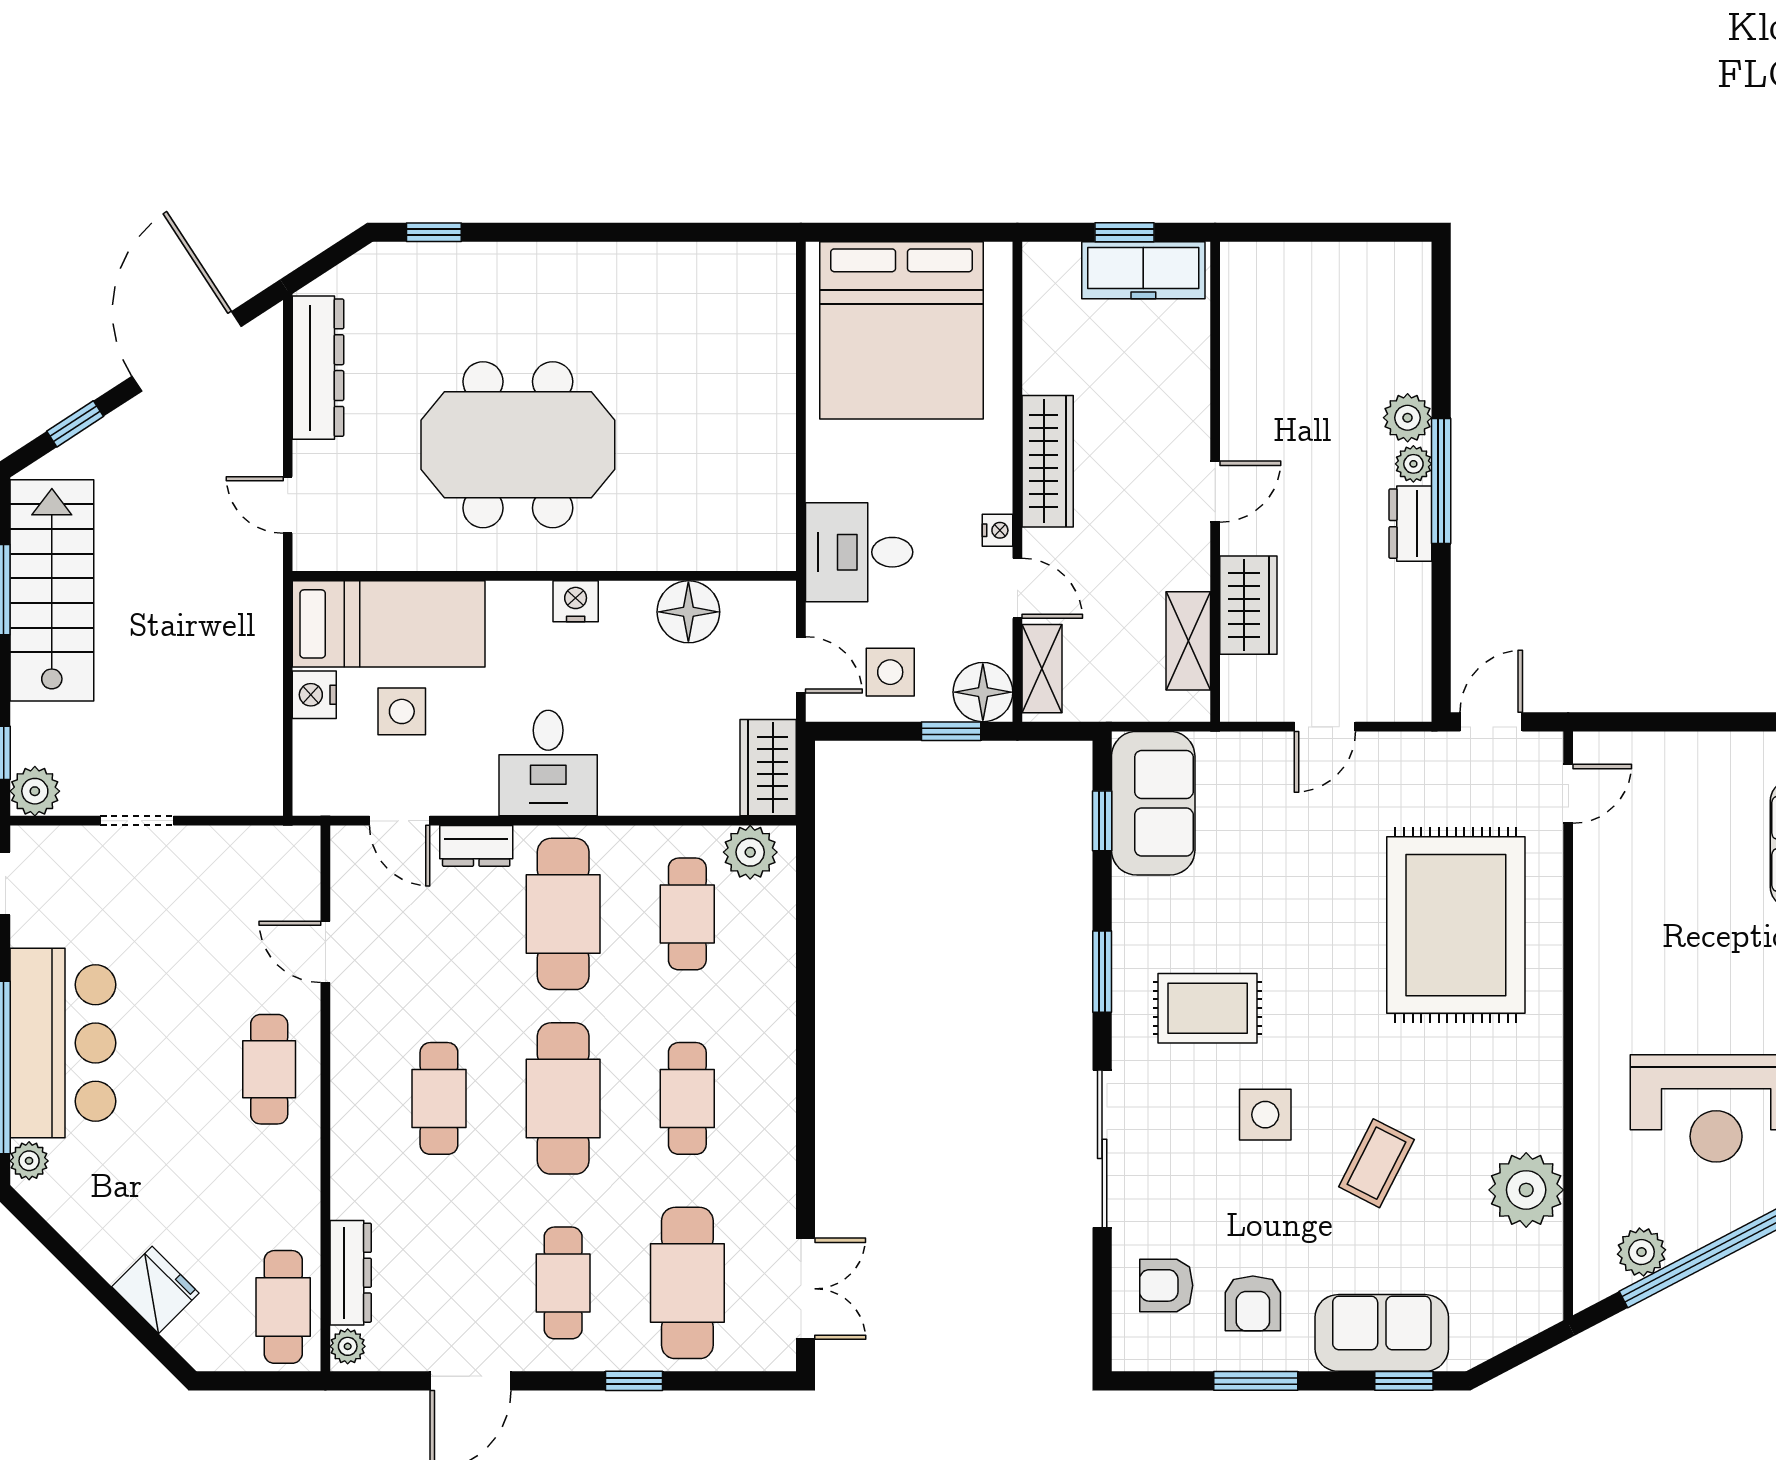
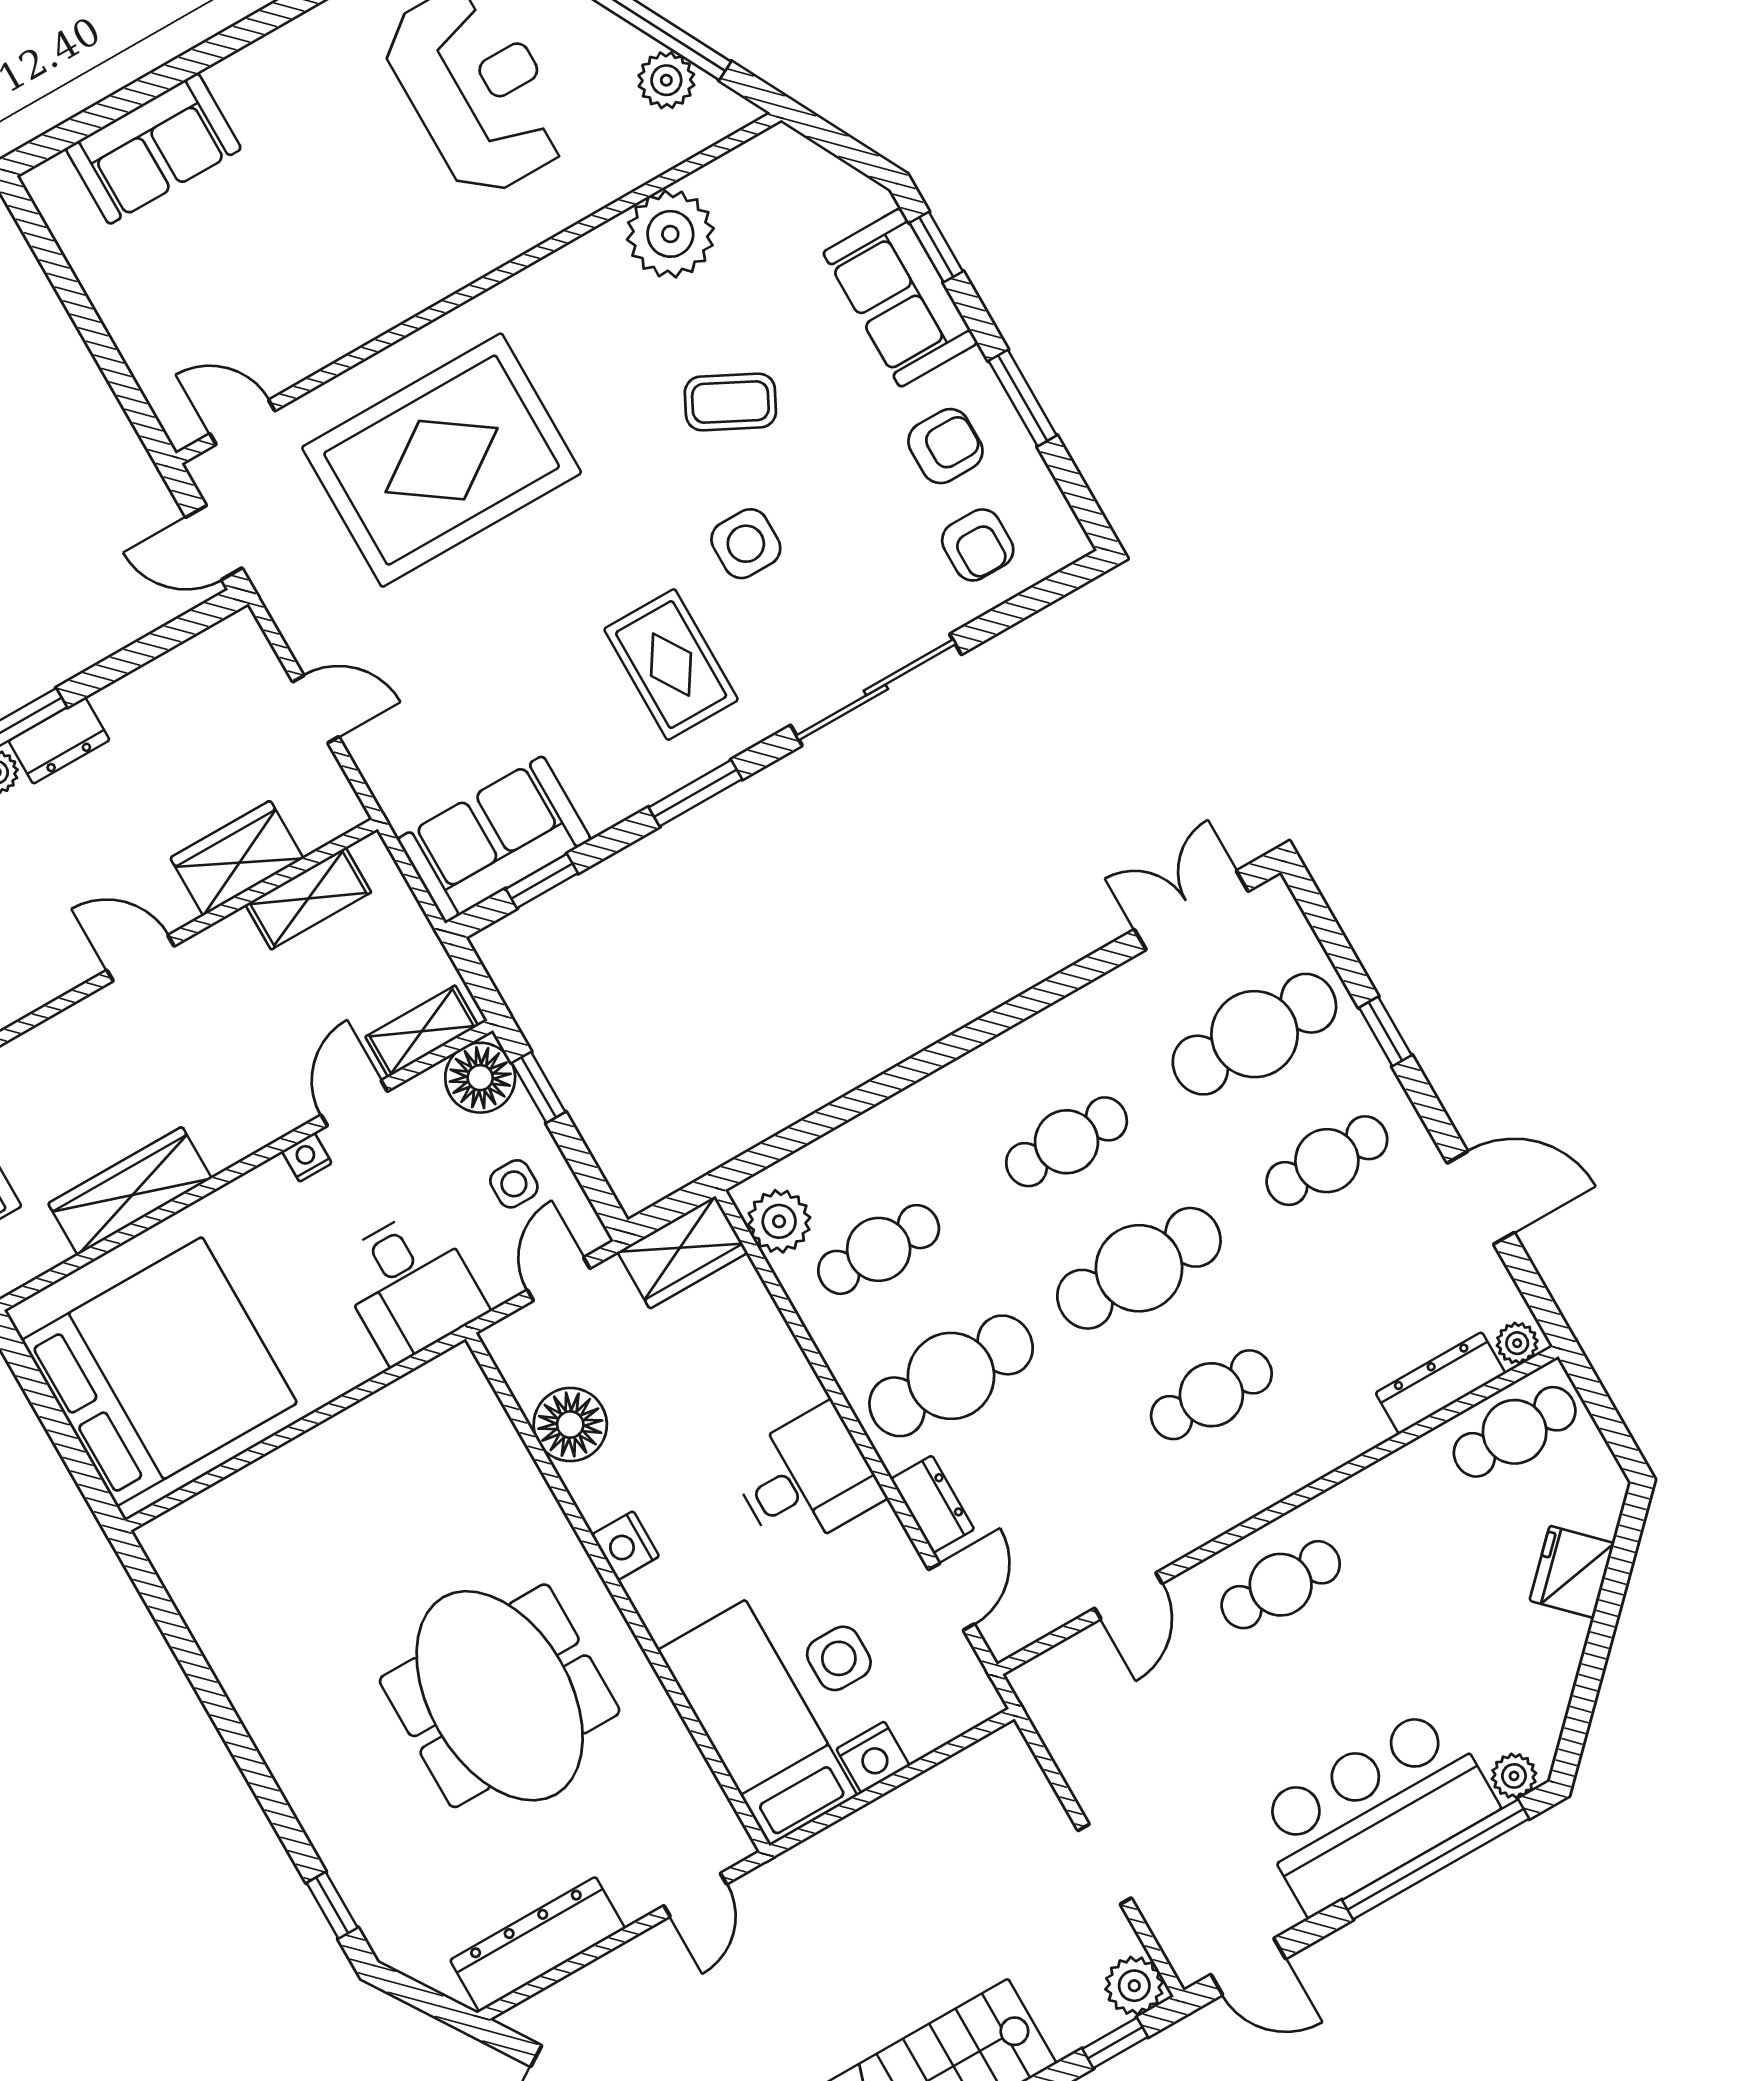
wardrobe: (1048, 461) -> (130, 1191), moved
side table: (890, 672) -> (514, 1184), width x0.73, depth x0.73

